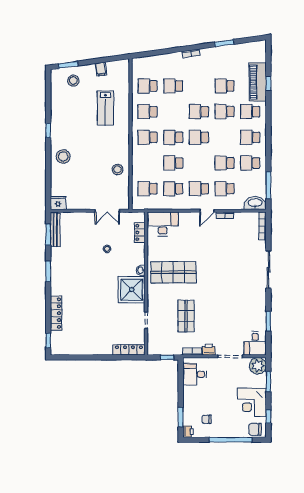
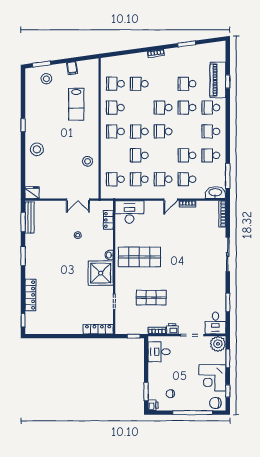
shop shelf: (186, 316) -> (151, 298), turned 90

